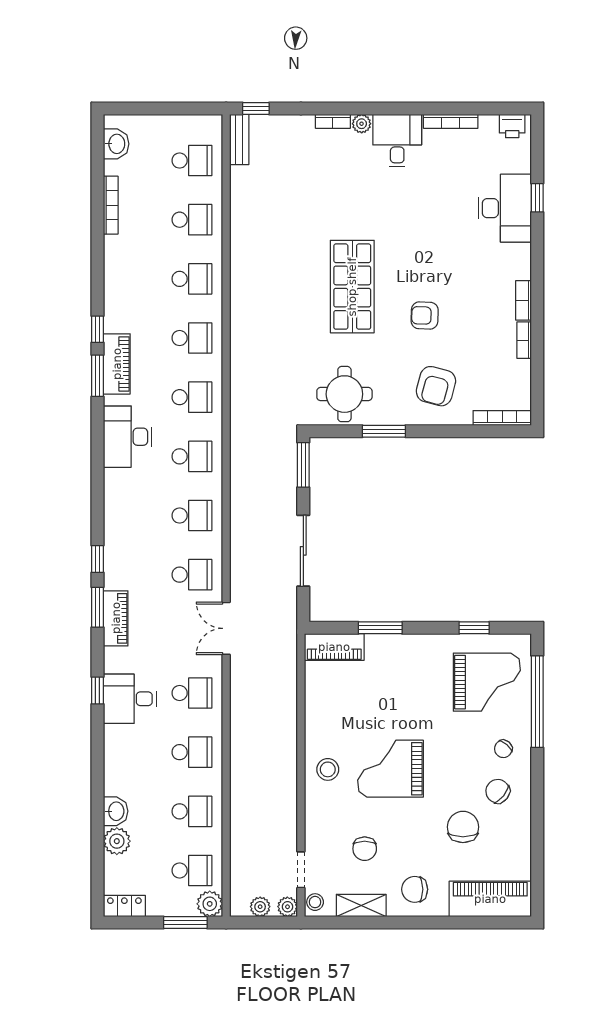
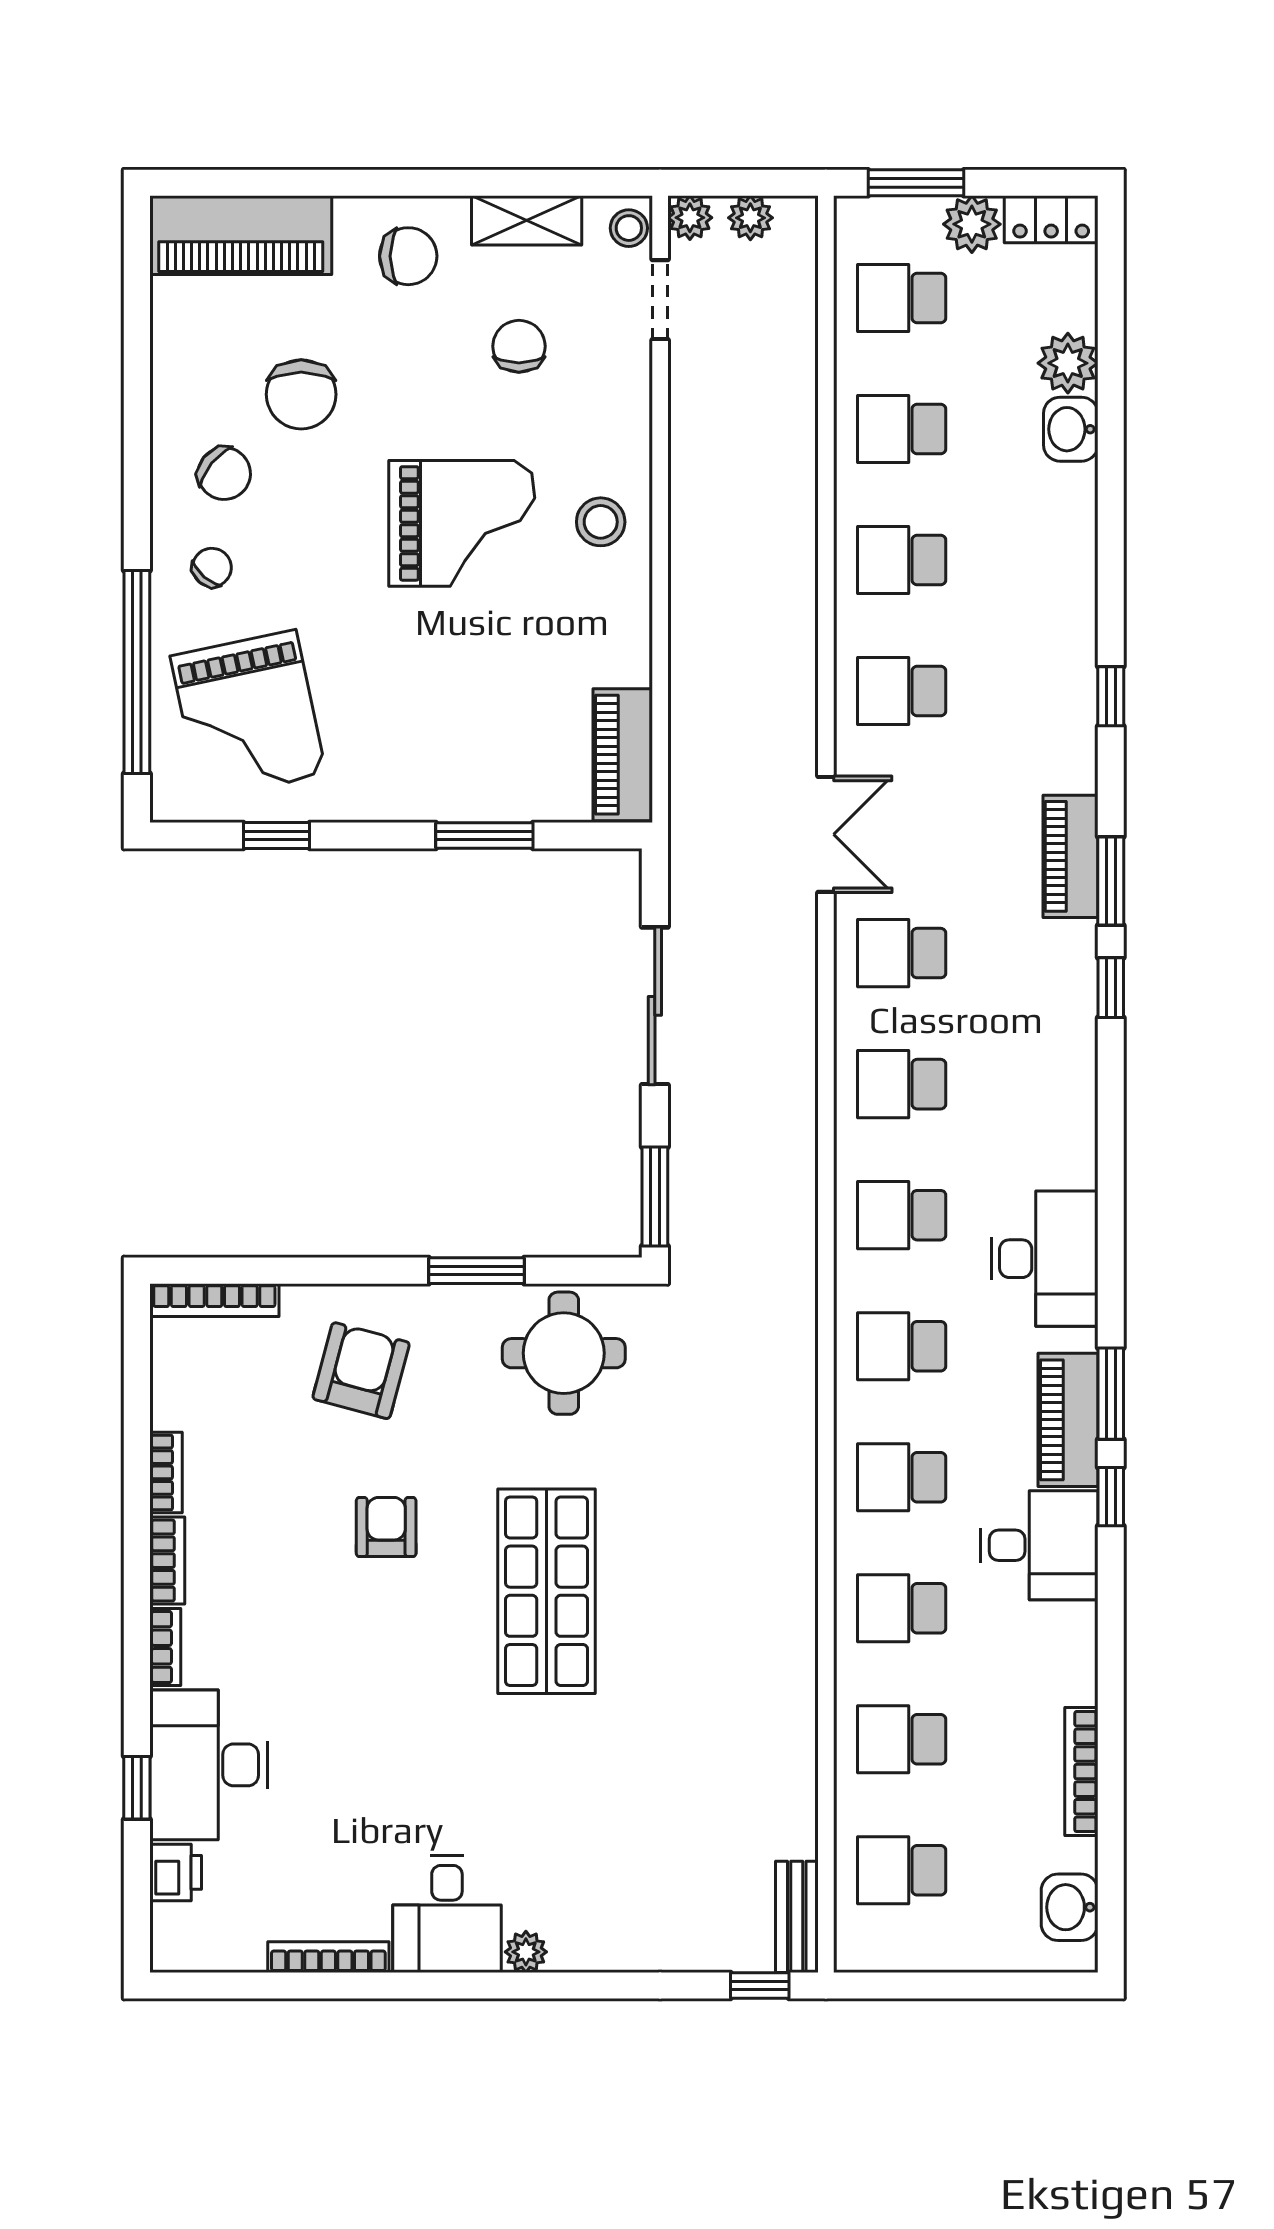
bookcase: (333, 121) -> (165, 1647), moved, turned 90
printer: (512, 126) -> (176, 1872), moved, turned 90
armchair: (425, 316) -> (386, 1527), turned -92
piano: (334, 647) -> (623, 755), moved, turned -90
grand piano: (487, 682) -> (248, 715), turned -102
desk: (130, 699) -> (1039, 1545), moved
plant: (210, 904) -> (972, 224), moved

